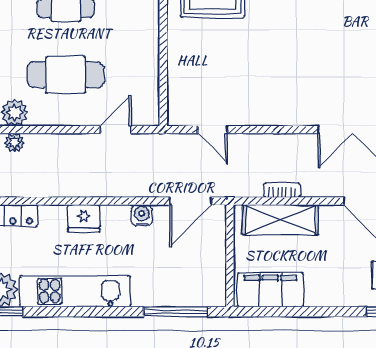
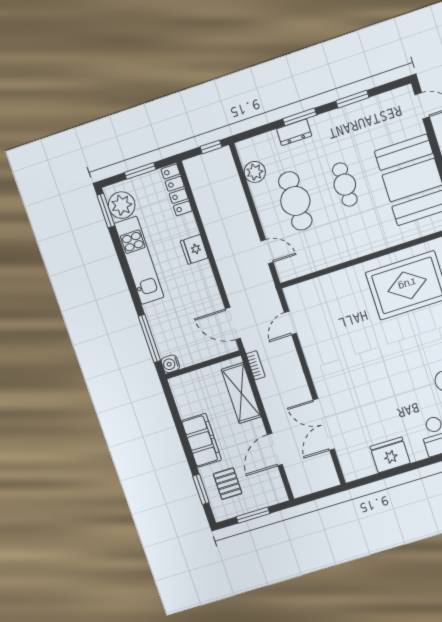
plant: (14, 143) -> (233, 179), removed
bookcase: (282, 190) -> (256, 365), moved
water cooler: (142, 215) -> (170, 364), moved, turned 180
filing cabinet: (270, 290) -> (201, 440), moved

